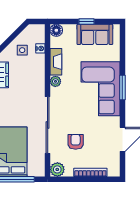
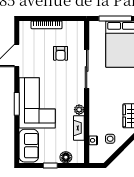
floor lamp: (56, 30) -> (66, 157), moved
sofa: (95, 34) -> (29, 146), moved, turned 90
sliding door: (48, 125) -> (87, 69), width x0.73
plant: (57, 169) -> (78, 28), removed

